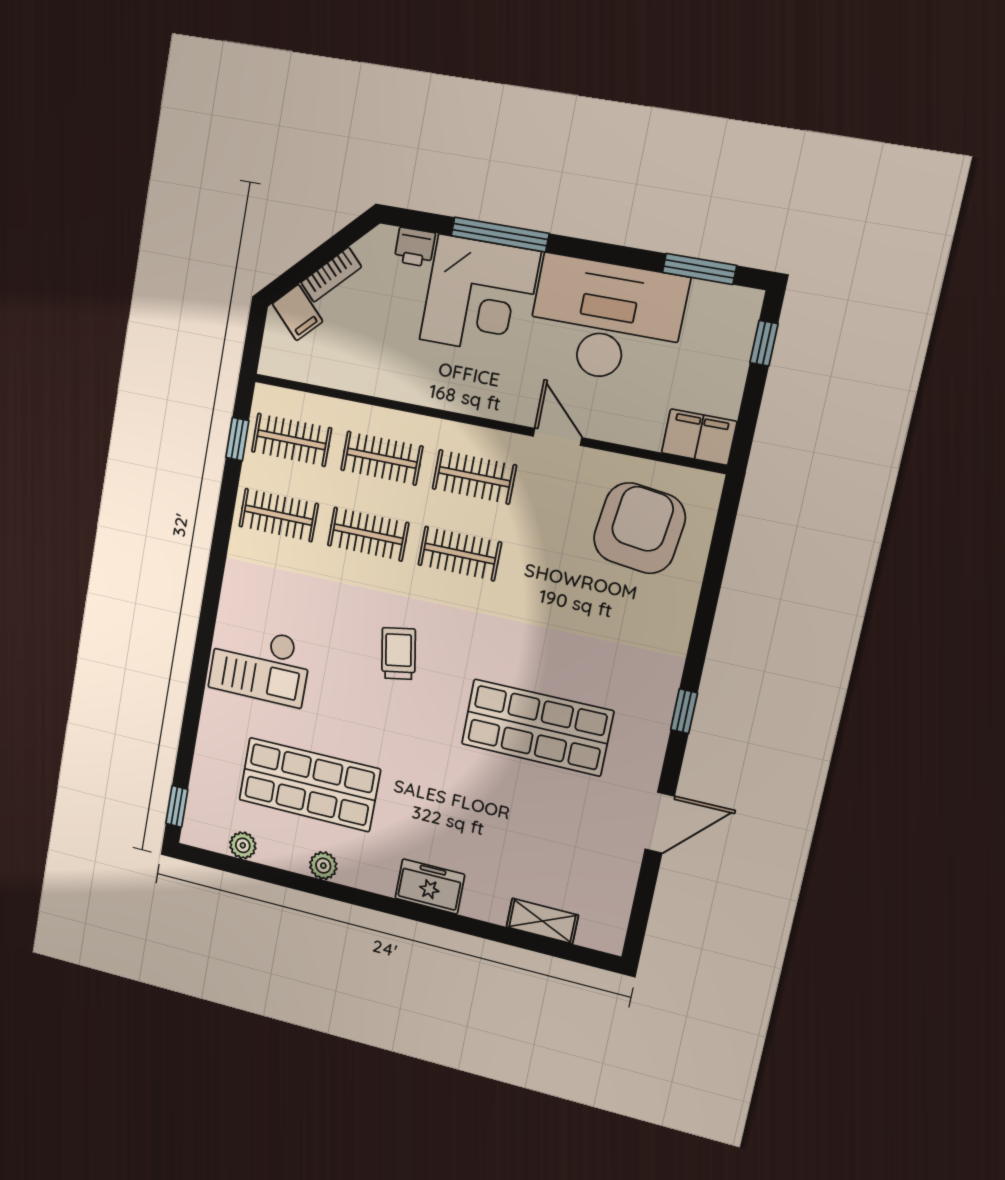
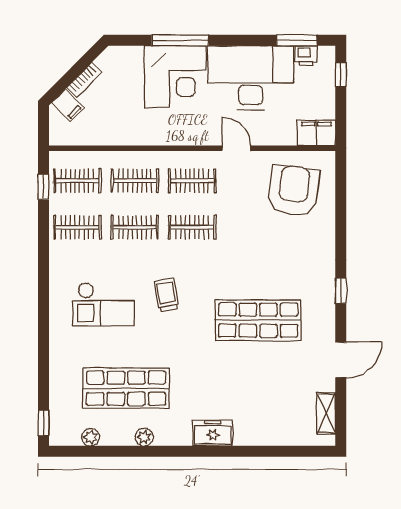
printer: (415, 247) -> (306, 56), moved
checkout: (260, 664) -> (104, 304), moved
shelving: (542, 921) -> (326, 413), moved, turned 90

